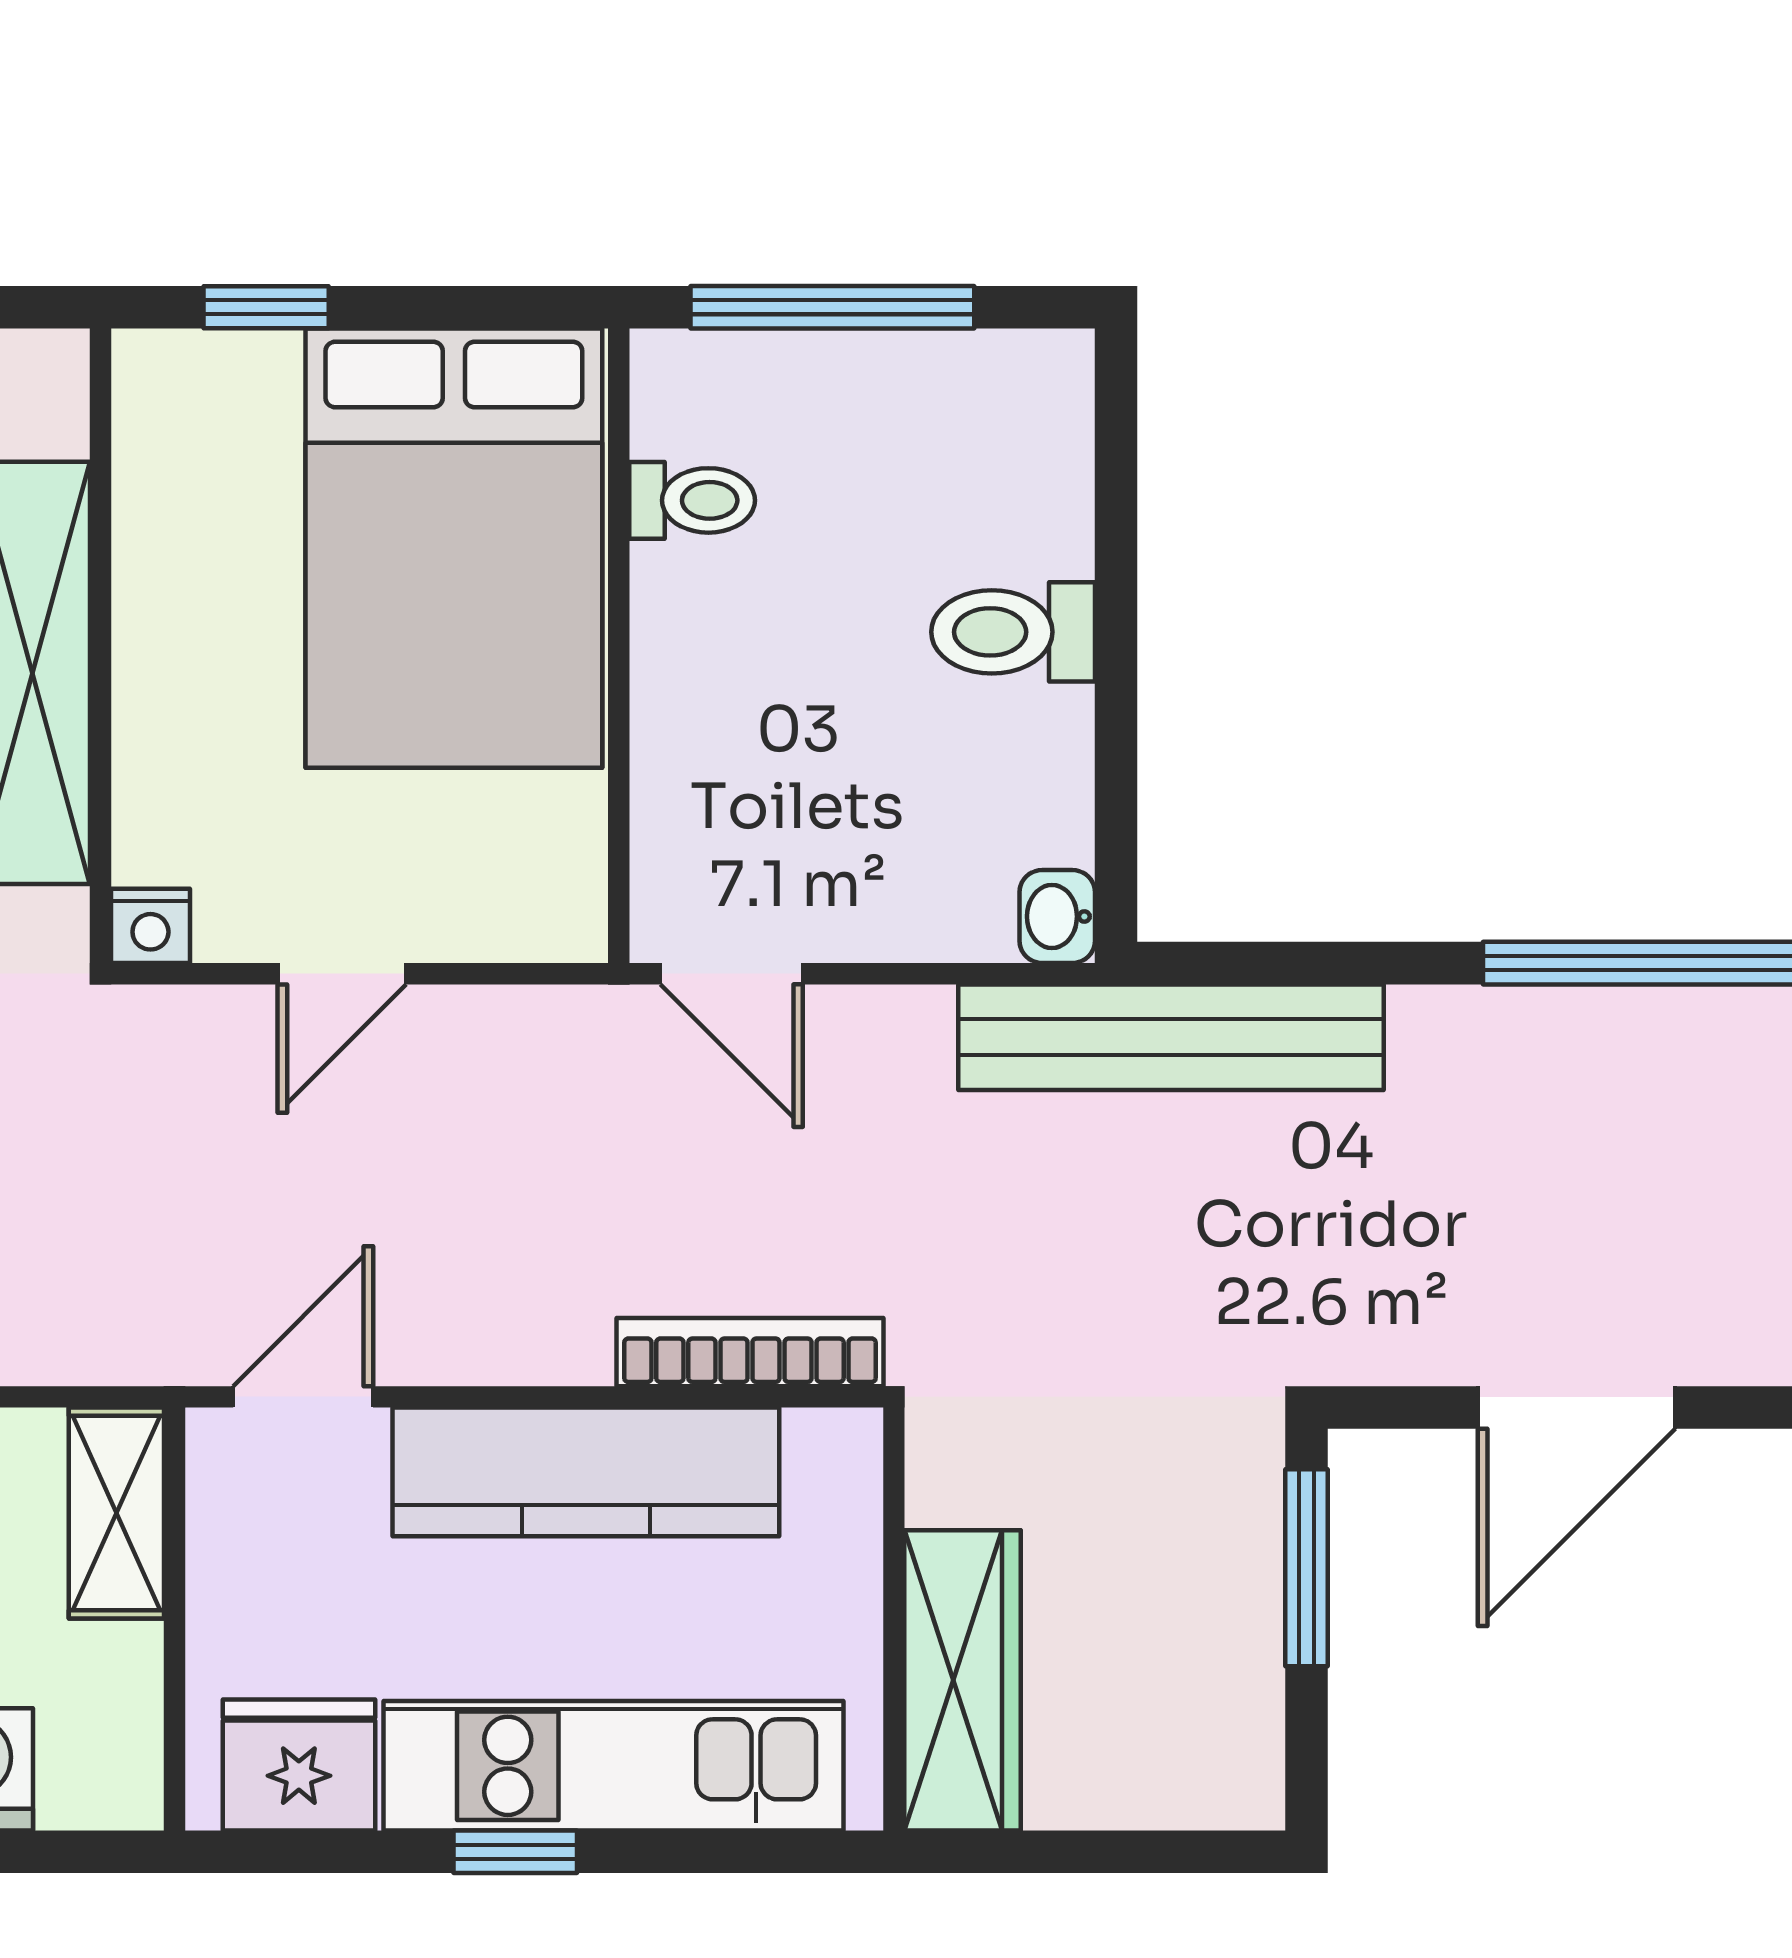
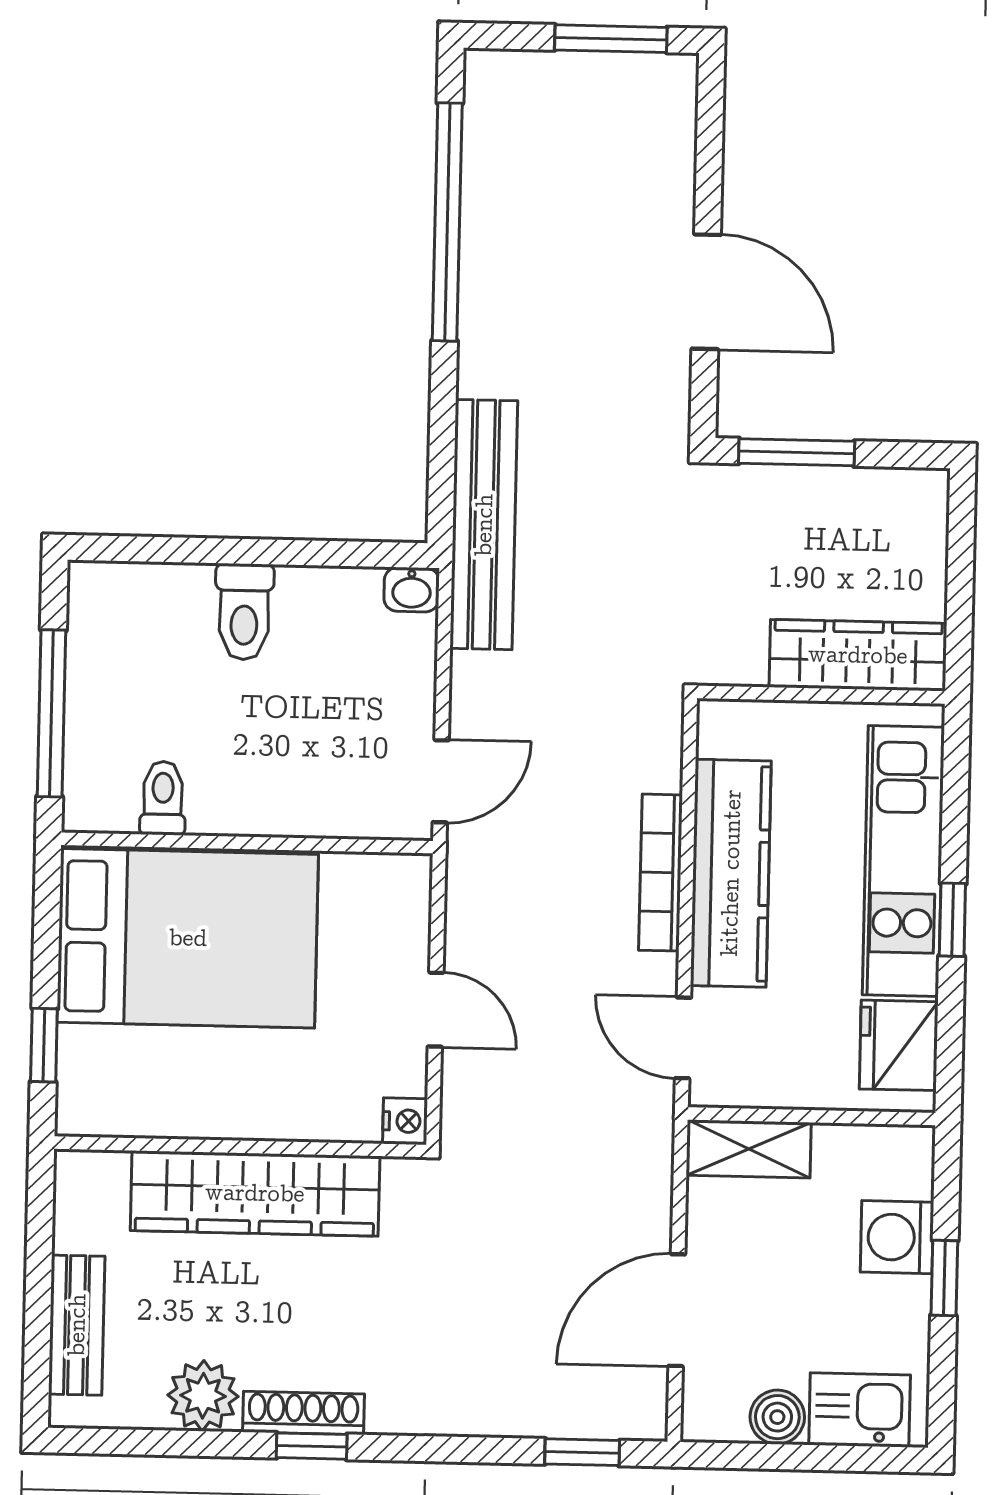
bookcase: (750, 1352) -> (661, 873), moved

